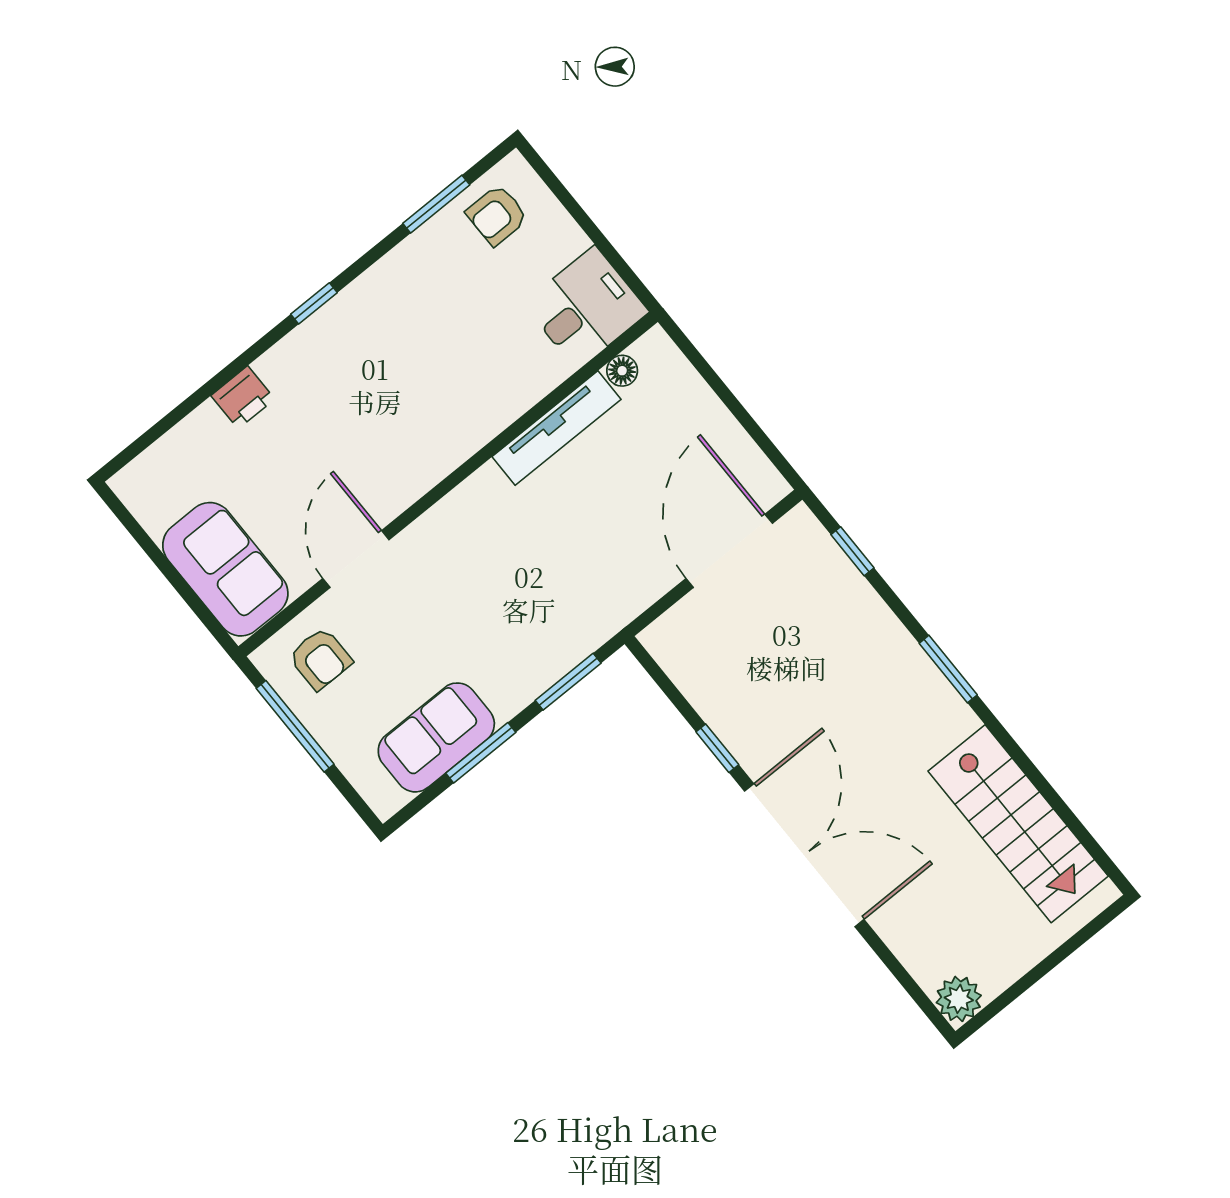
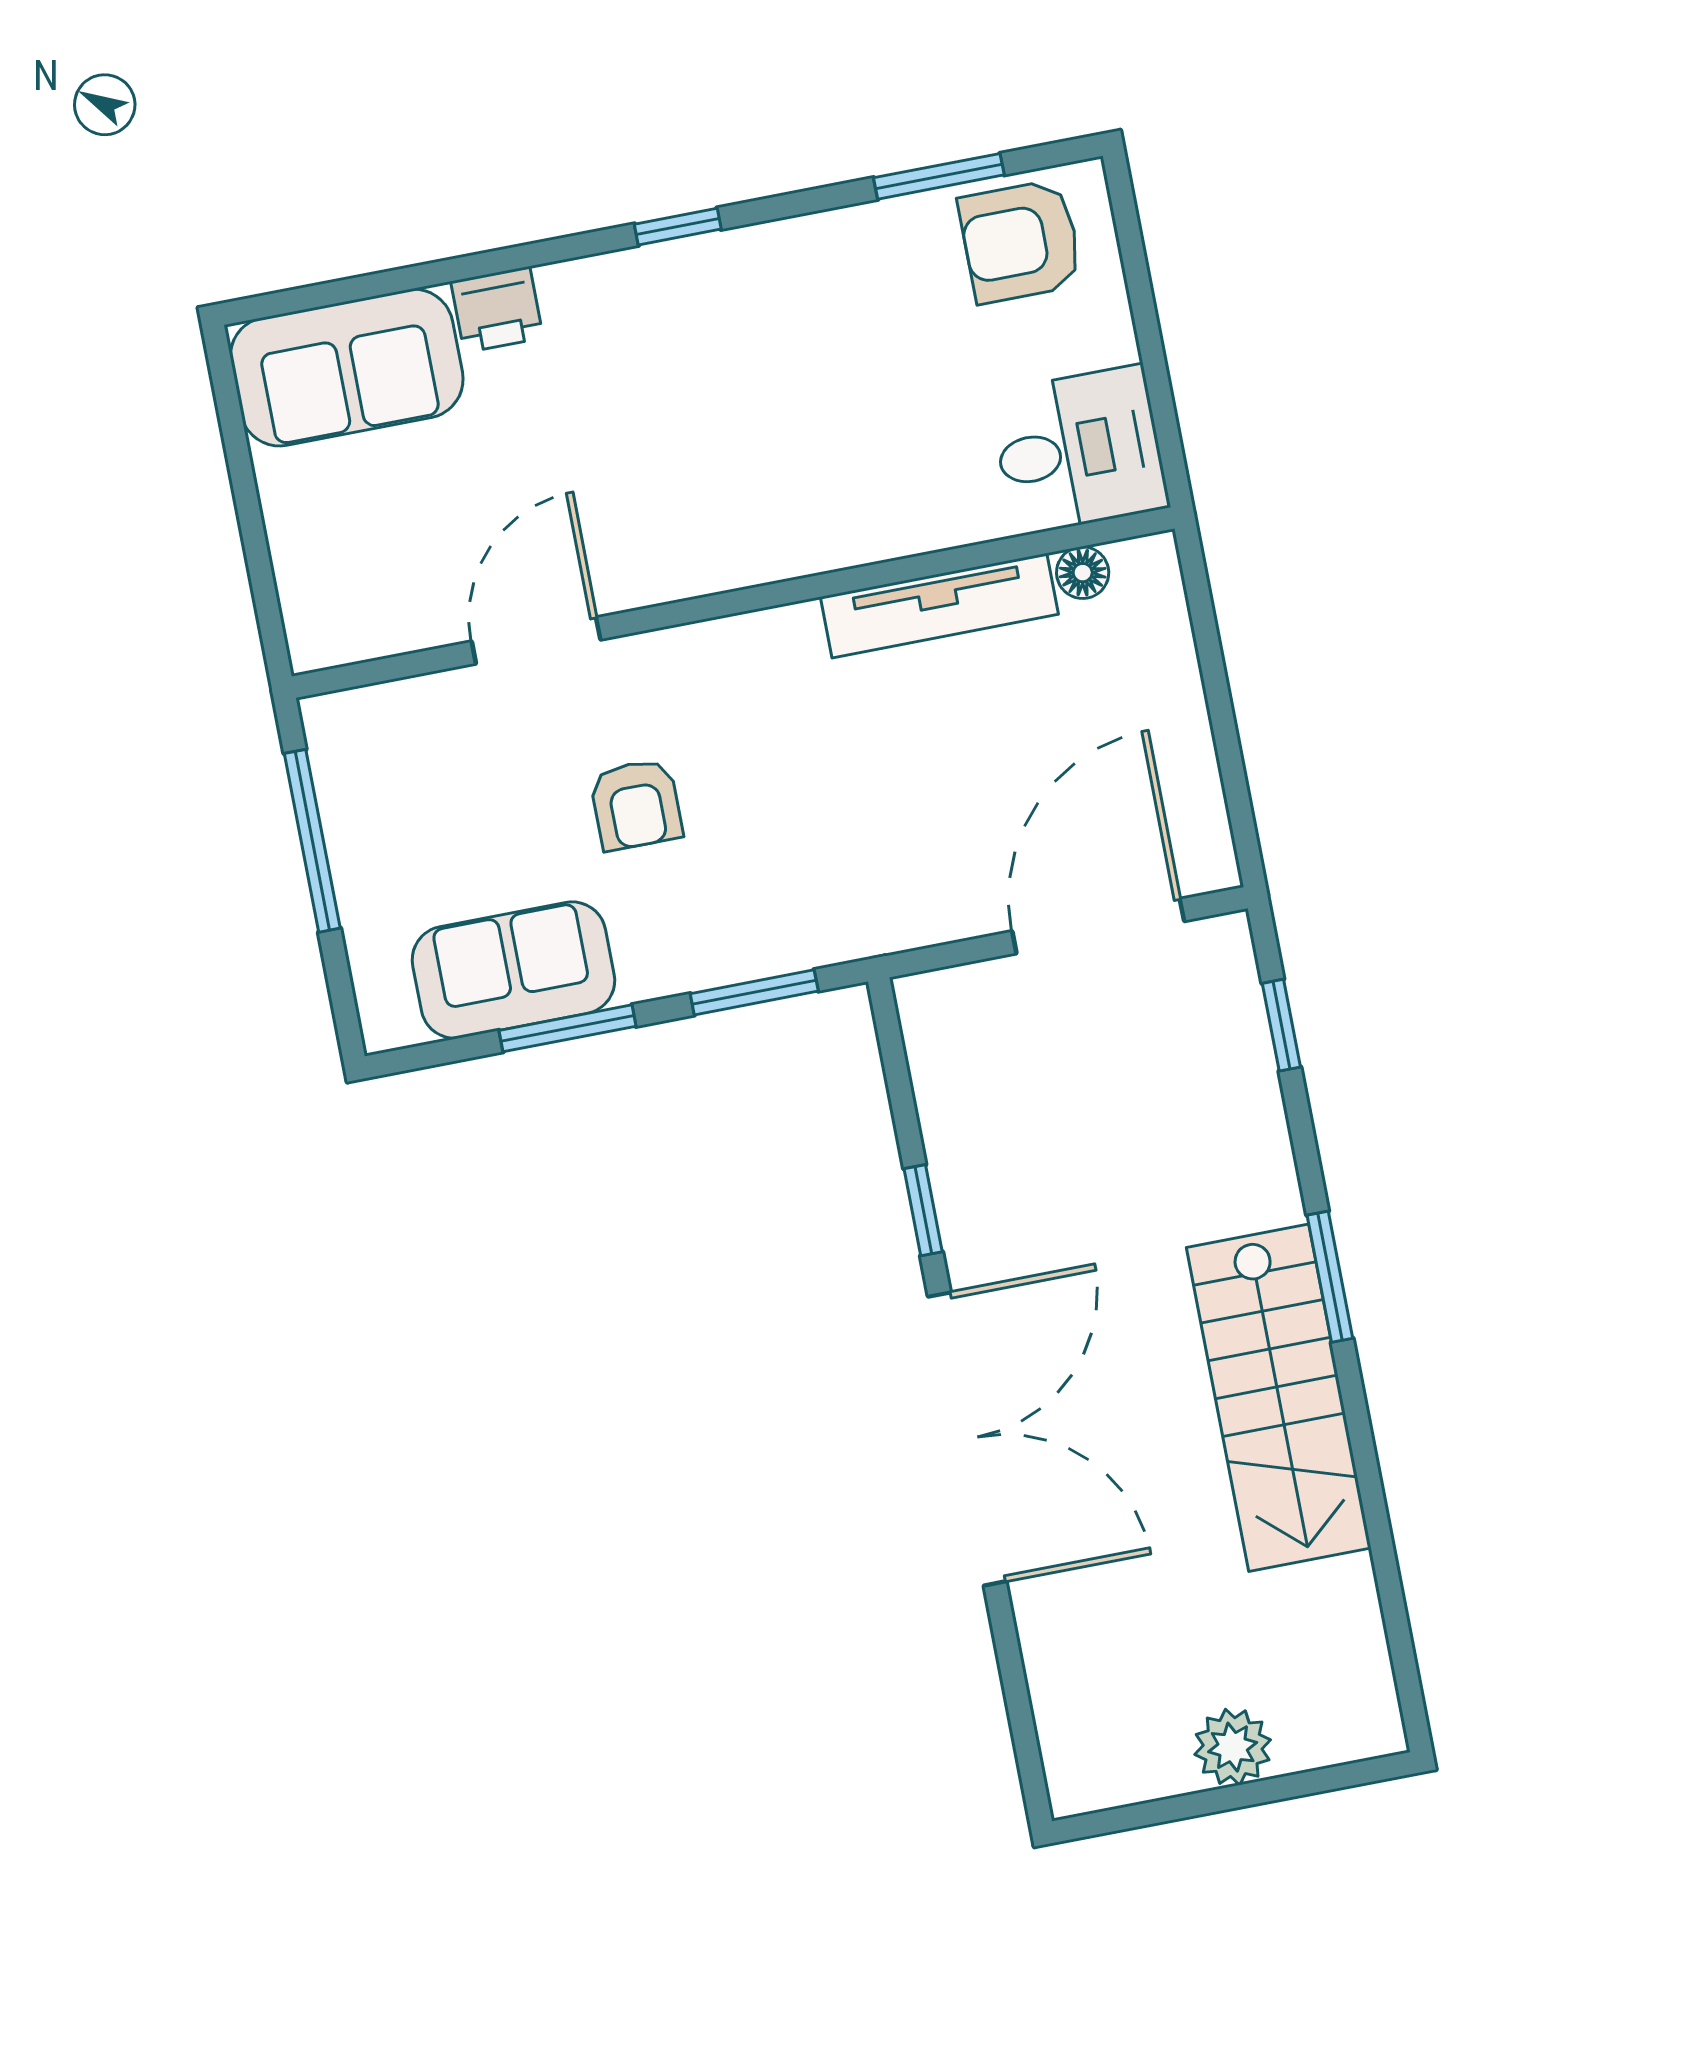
armchair: (497, 215) -> (1020, 241), width x1.38, depth x1.38
sofa: (225, 569) -> (347, 368), moved, turned 90
armchair: (320, 659) -> (636, 805), moved
stairs: (1018, 824) -> (1279, 1398), moved
plant: (959, 999) -> (1233, 1747), moved

